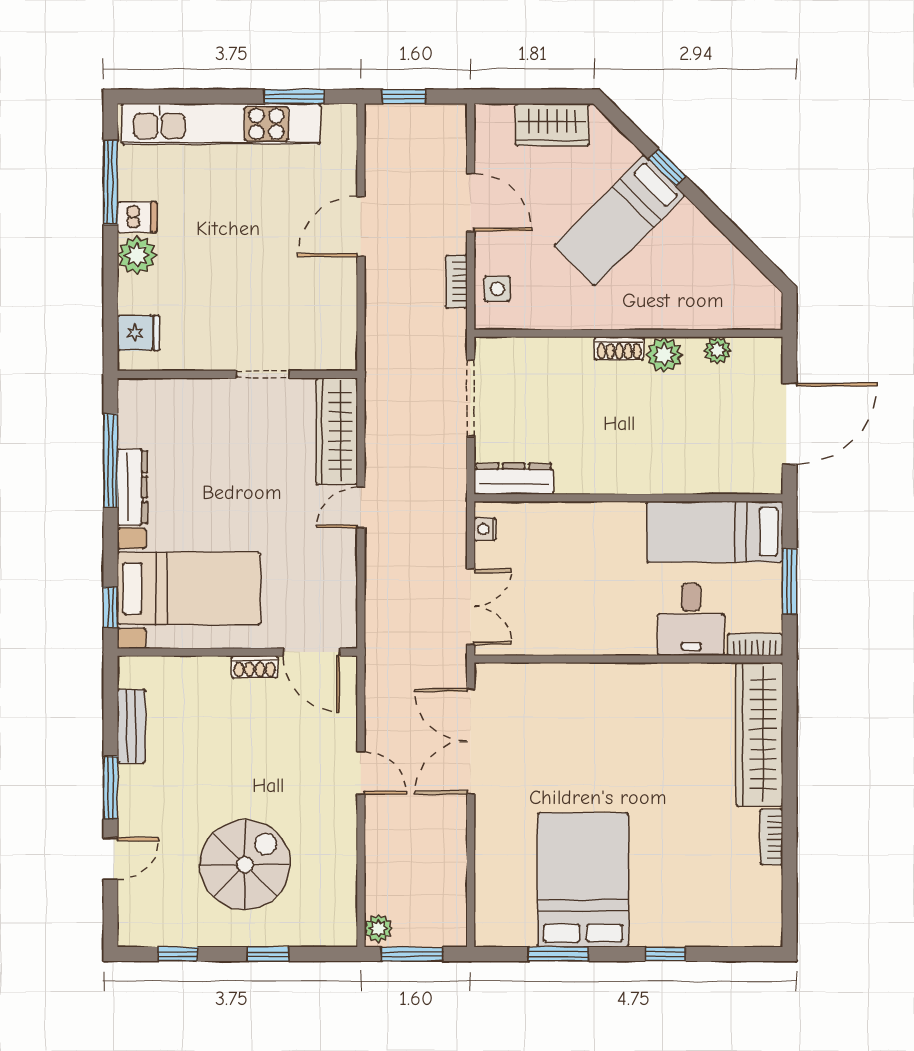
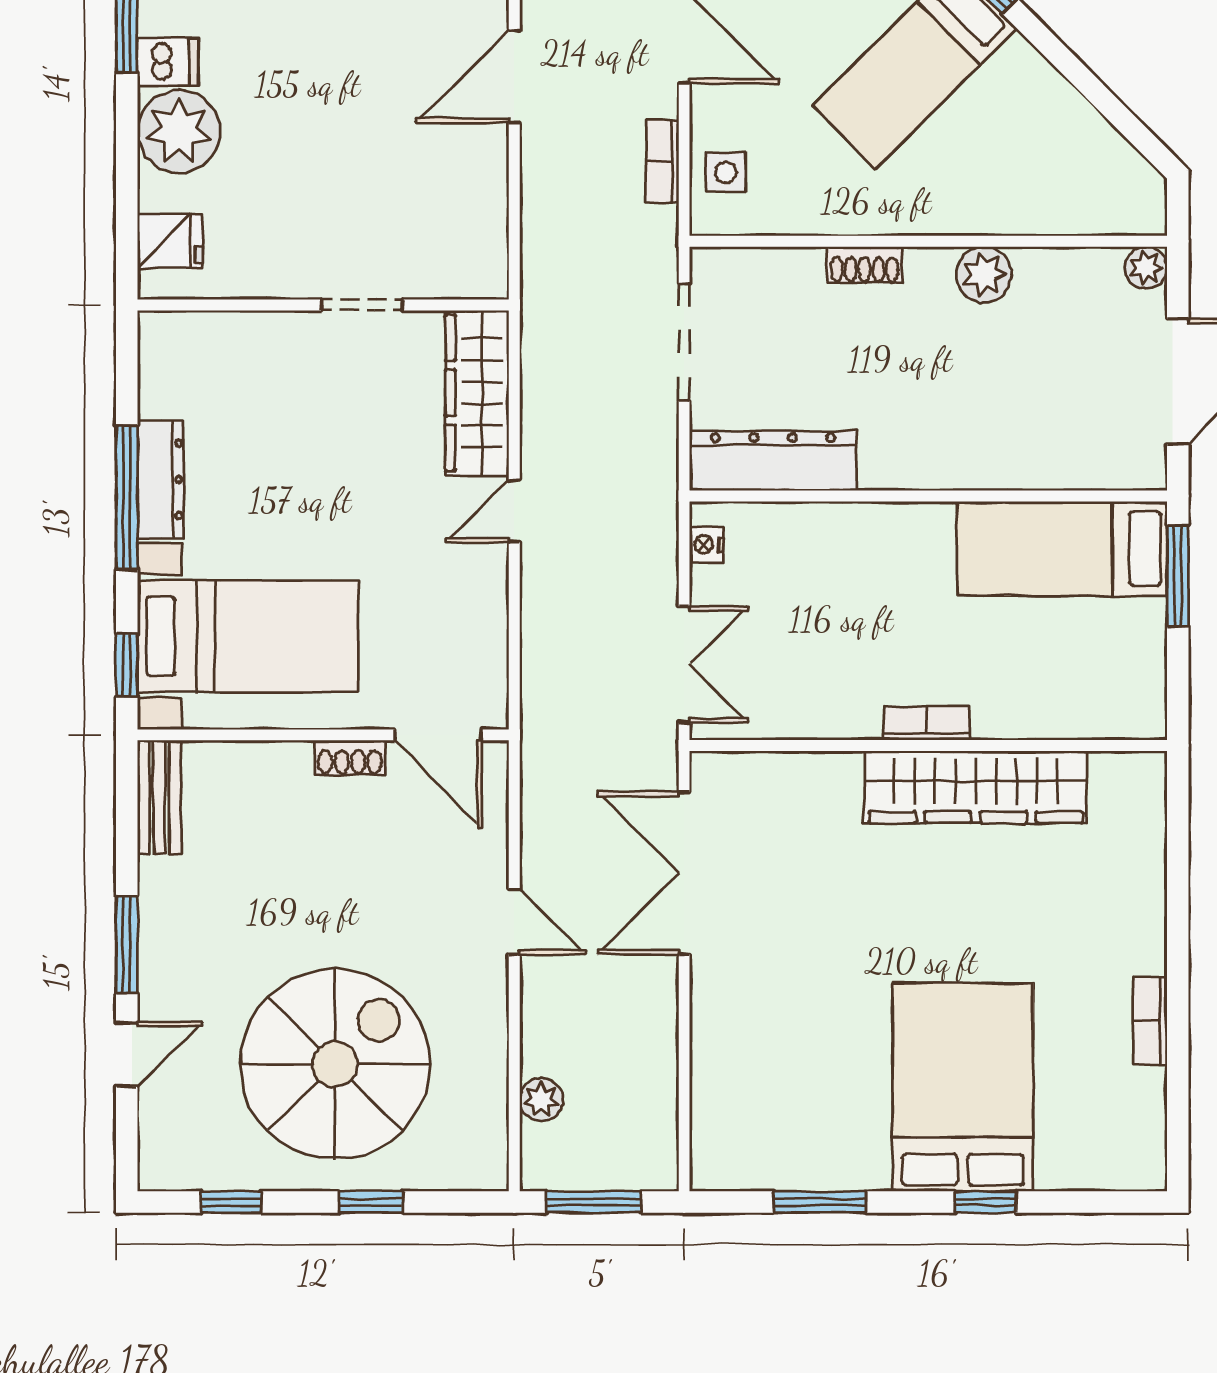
plant: (137, 255) -> (179, 131), width x1.36, depth x1.36
shoe rack: (619, 348) -> (865, 265), moved
plant: (718, 350) -> (1146, 268), moved
window: (110, 460) -> (127, 497), moved
dresser: (514, 479) -> (773, 461), width x1.37, depth x1.24
window: (790, 581) -> (1178, 576), moved
desk: (691, 620) -> (1025, 684), removed
bookcase: (755, 644) -> (926, 723), moved
bench: (131, 726) -> (159, 797), moved
wardrobe: (759, 734) -> (976, 787), moved, turned -90
spiral stairs: (245, 865) -> (335, 1064), width x1.37, depth x1.37
bed: (583, 880) -> (963, 1087), moved
plant: (378, 928) -> (541, 1100), moved

